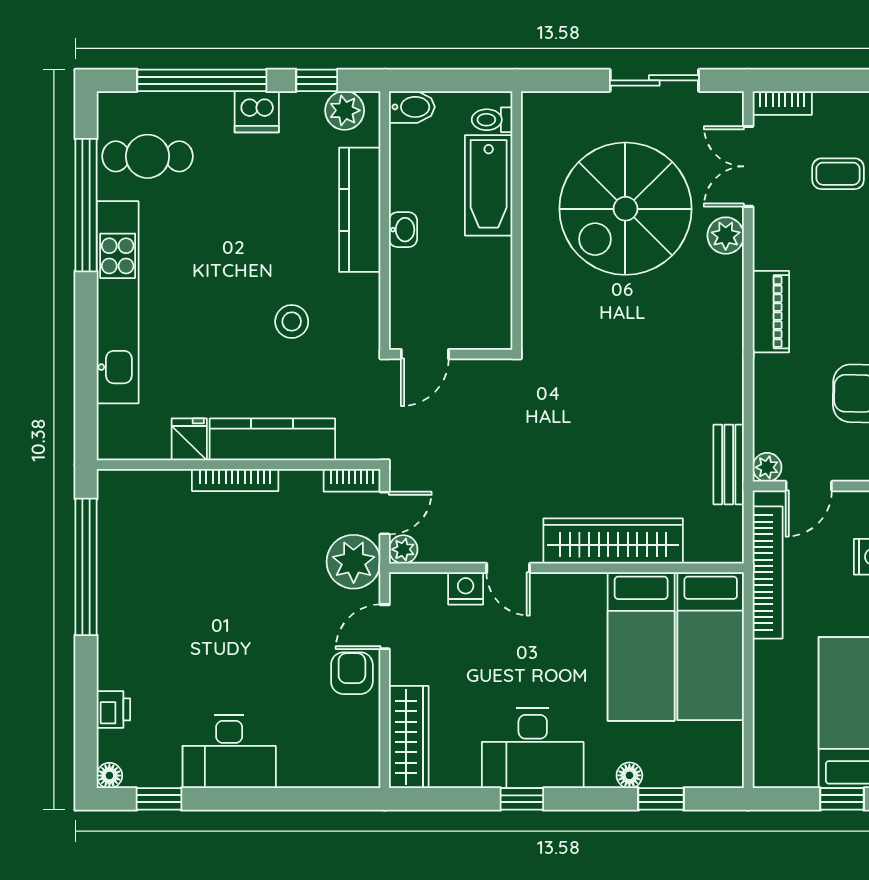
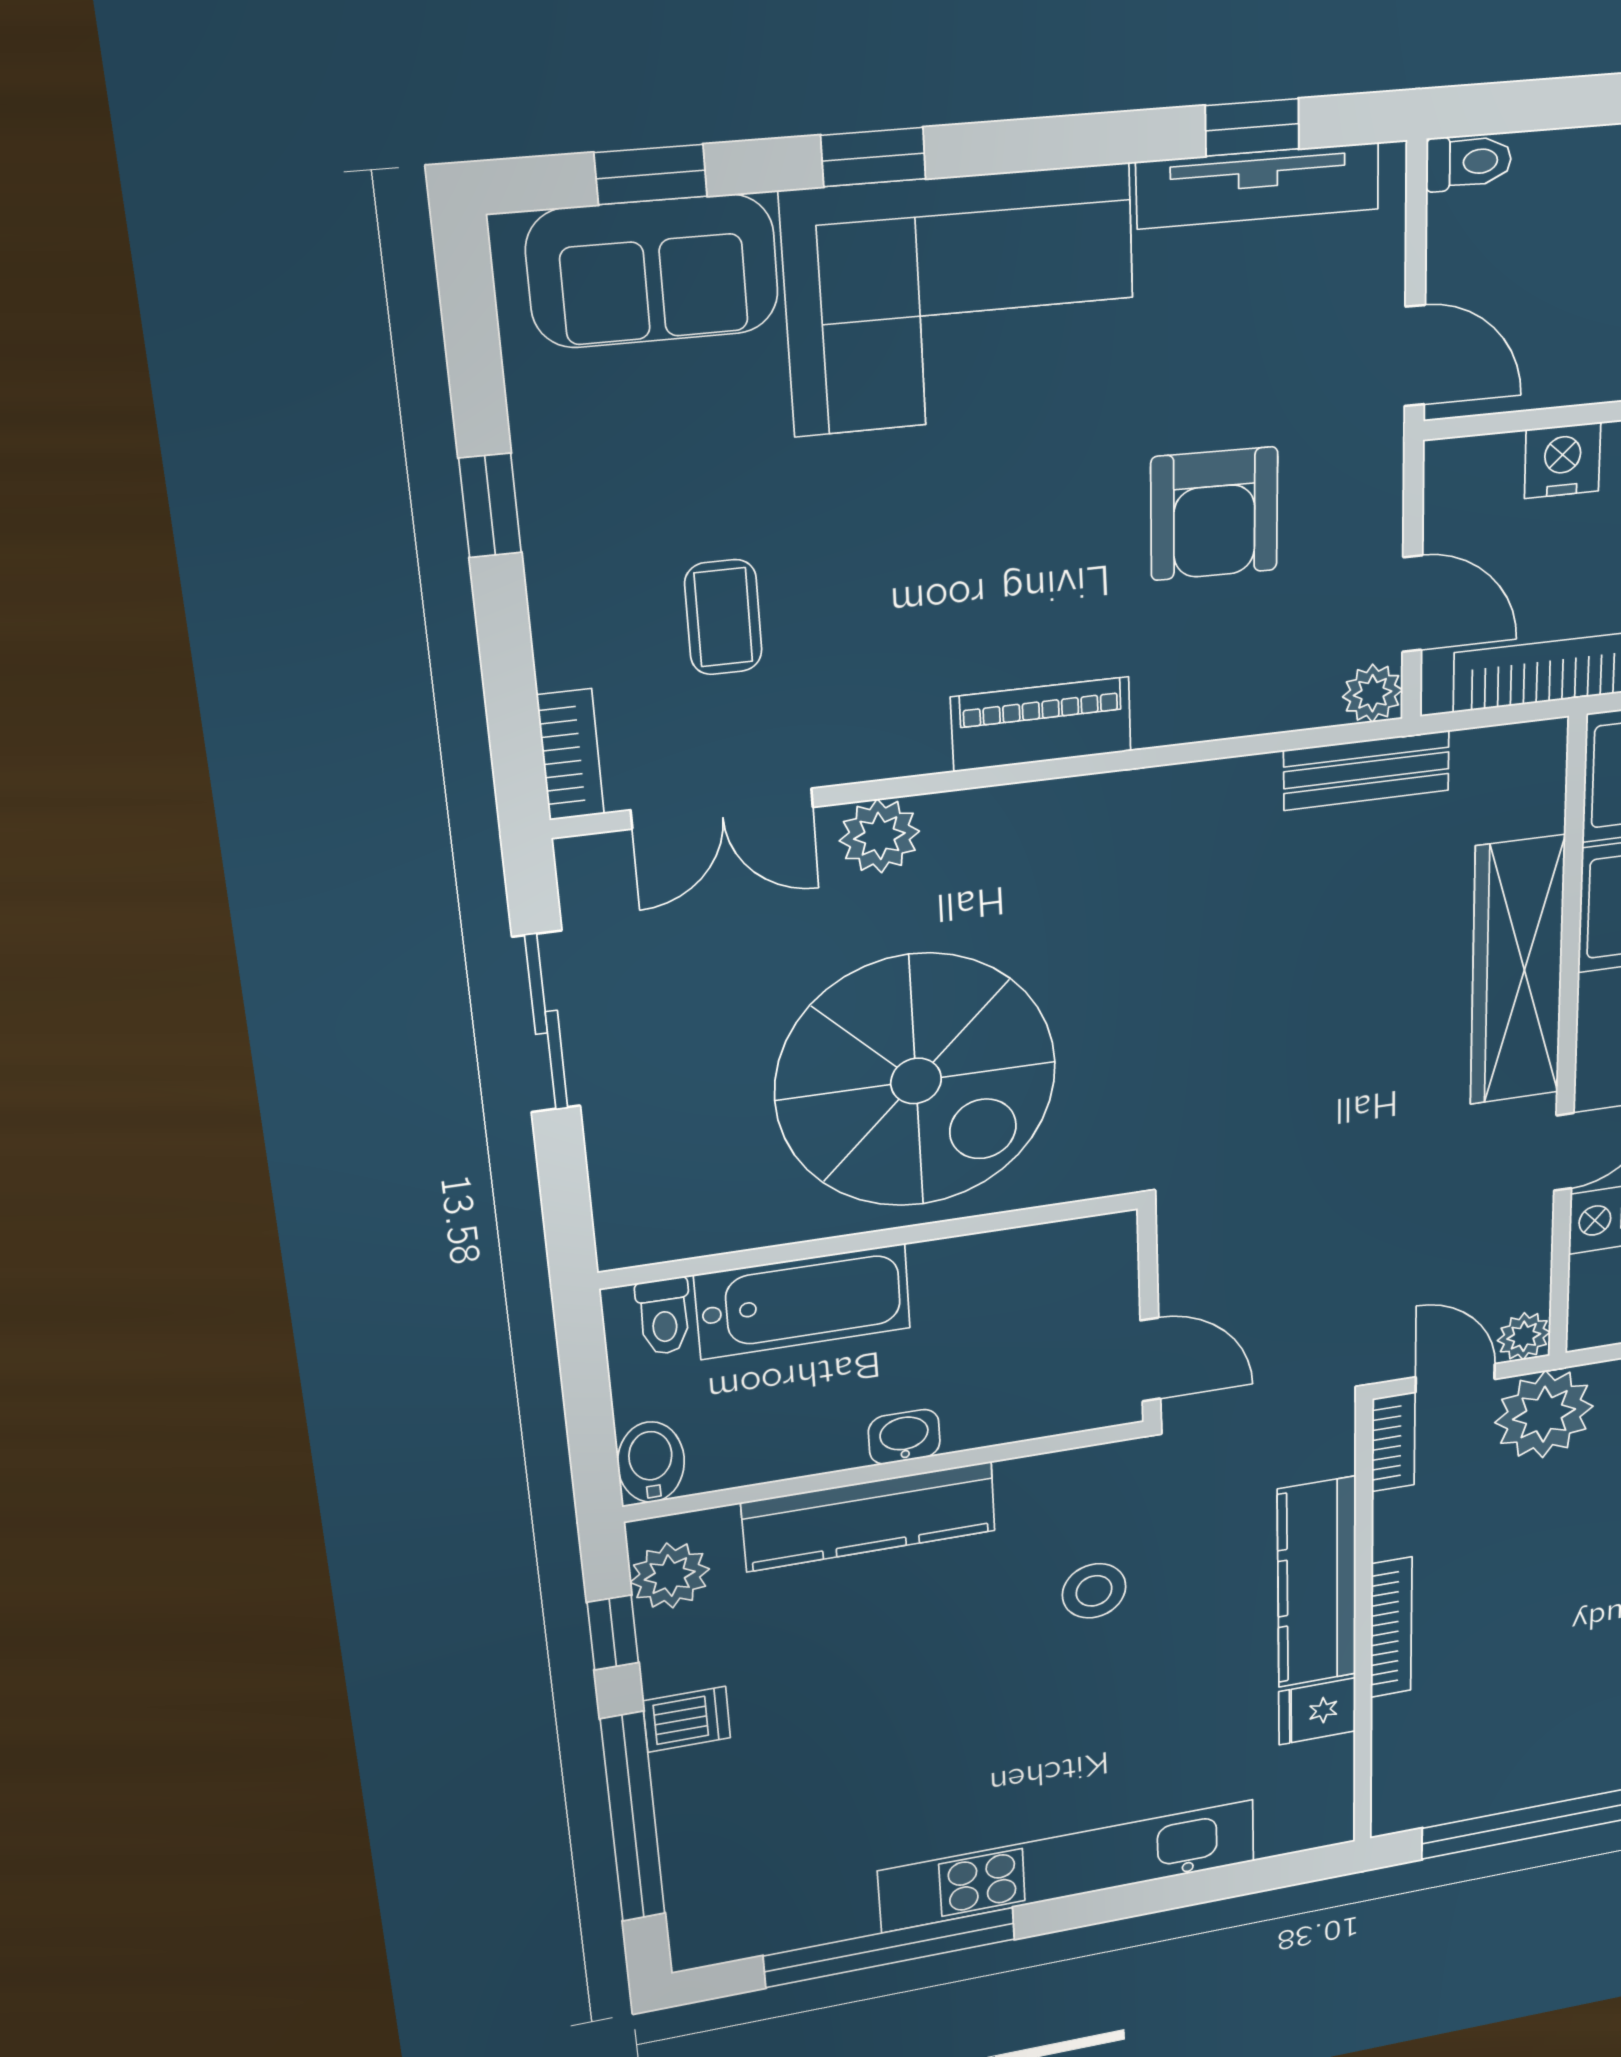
dishwasher: (257, 112) -> (687, 1719), width x0.73
cafe table: (148, 156) -> (790, 1873), removed
spiral stairs: (625, 209) -> (916, 1081), moved

